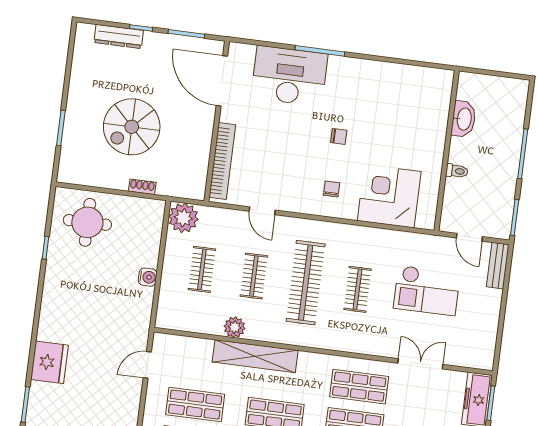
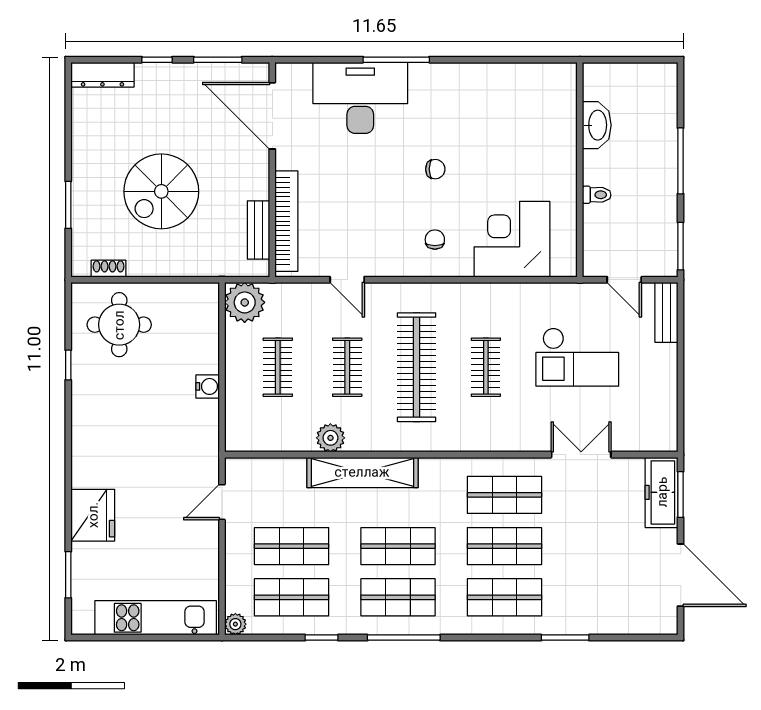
dresser: (119, 36) -> (102, 75), moved
bench: (201, 165) -> (258, 230), added
shoe rack: (142, 187) -> (109, 269), moved

